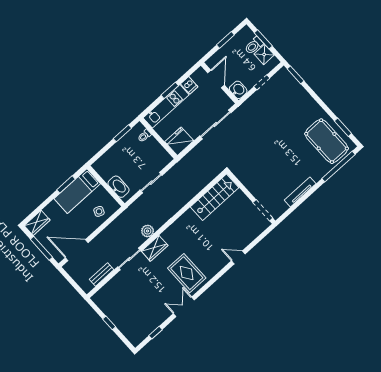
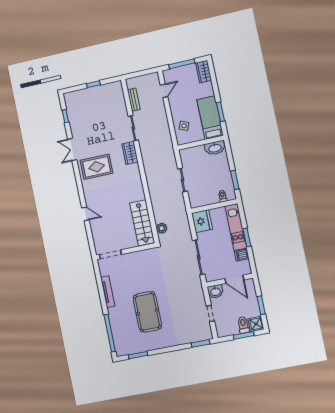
shower: (264, 54) -> (256, 324), moved
pool table: (327, 141) -> (147, 312), moved, turned 90
washbasin: (119, 187) -> (215, 148), moved
plant: (148, 231) -> (162, 228), moved
door: (77, 250) -> (164, 91), width x0.53
door: (238, 257) -> (85, 214), hinge flipped
double door: (184, 307) -> (72, 150), swing flipped

